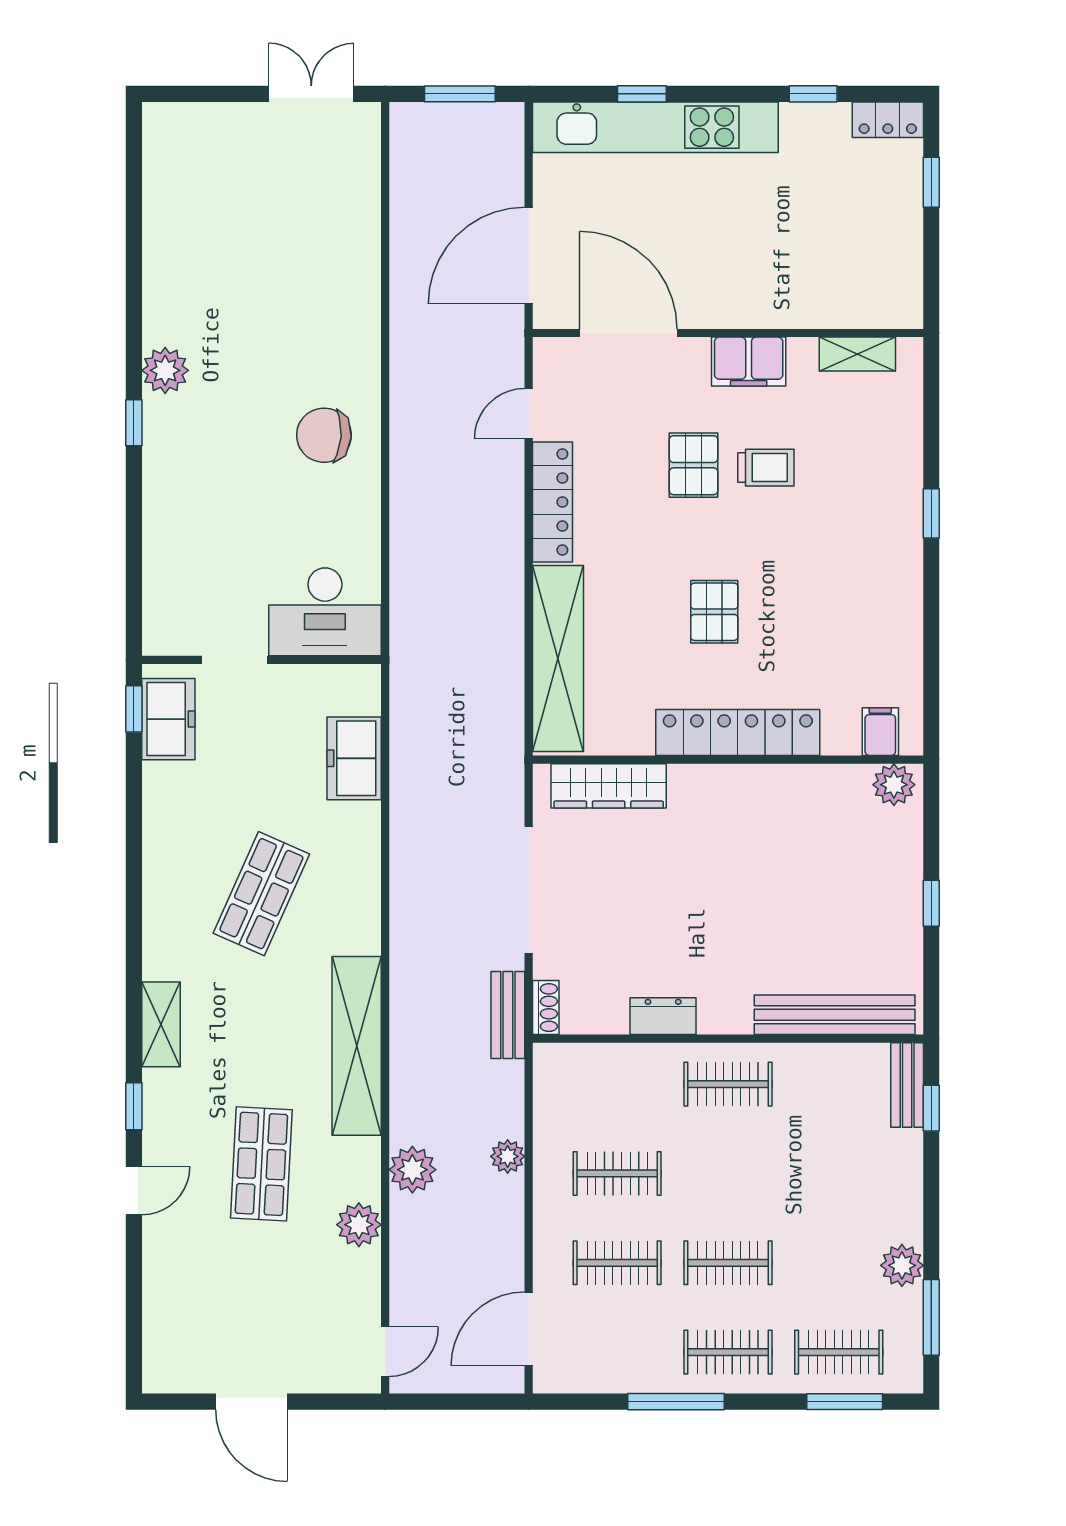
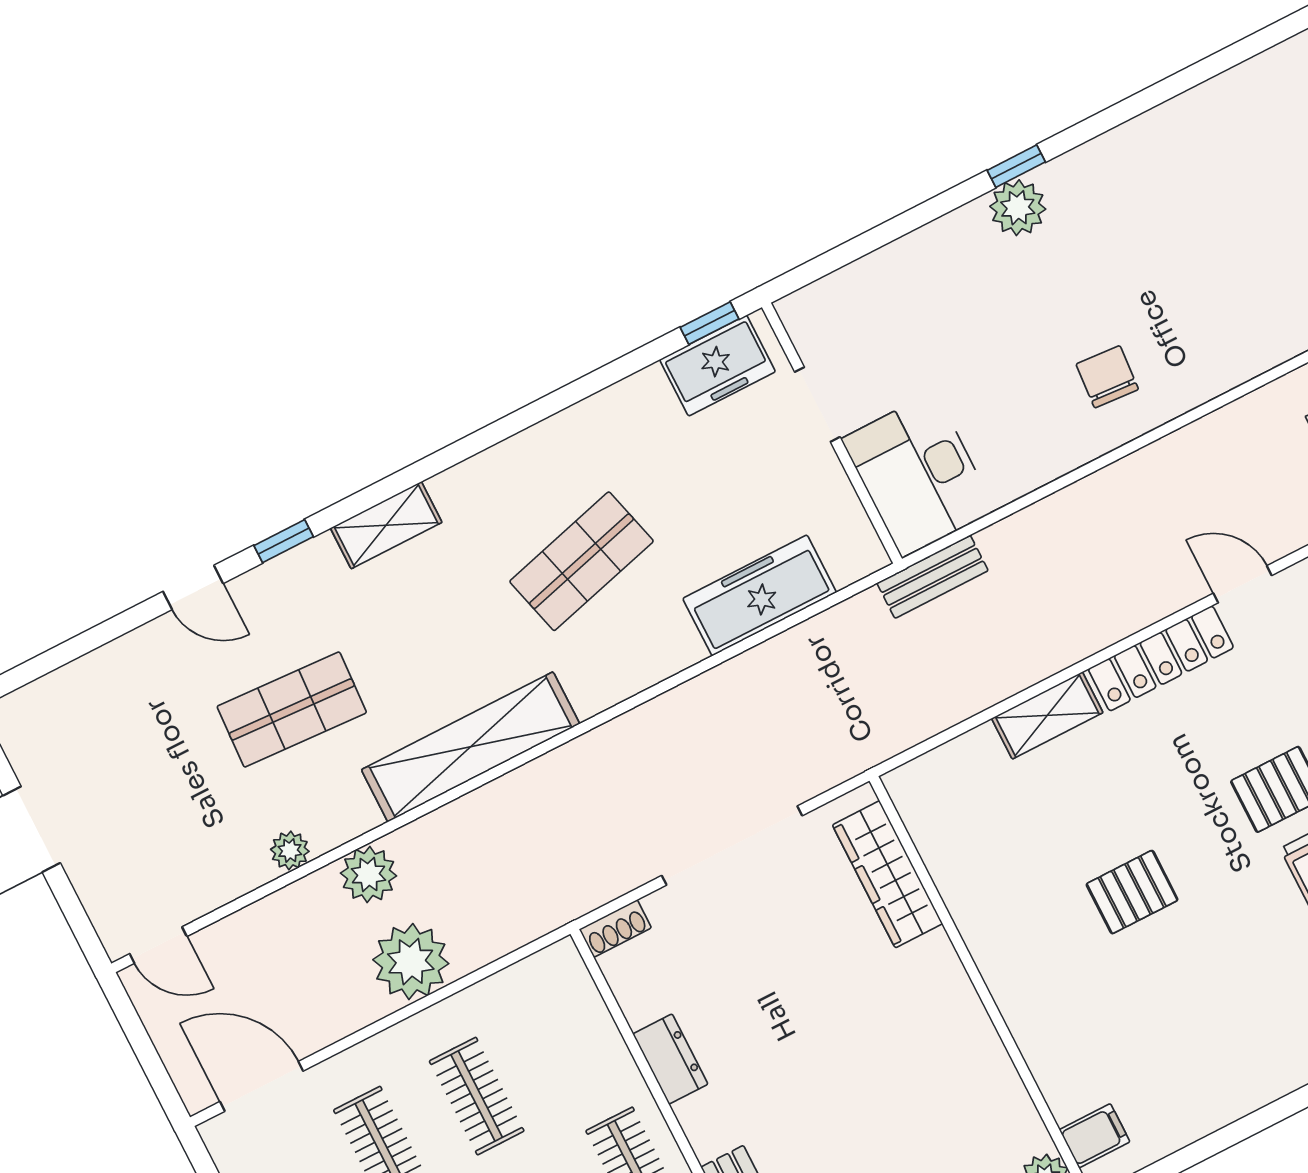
plant: (165, 370) -> (1018, 208), moved
chair: (324, 435) -> (1107, 377), width x0.73, depth x0.73
shelving: (558, 659) -> (1047, 715), width x0.45, depth x0.75
locker: (738, 732) -> (1016, 983), removed
freezer: (354, 758) -> (760, 595), width x1.40
shop shelf: (261, 894) -> (582, 561), turned -39
bench: (508, 1015) -> (932, 577), moved
plant: (508, 1156) -> (411, 962), width x1.87, depth x1.87
plant: (359, 1225) -> (290, 850), width x0.73, depth x0.73

